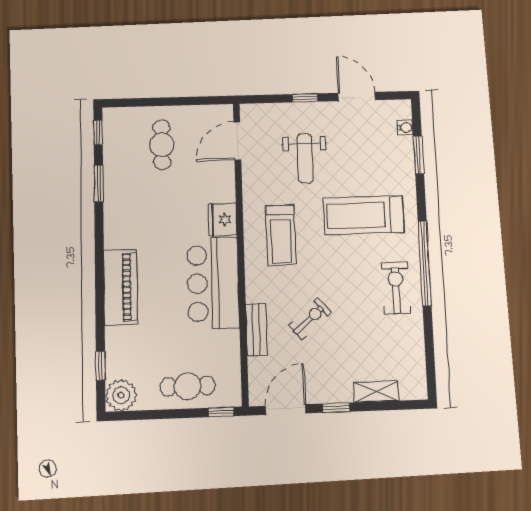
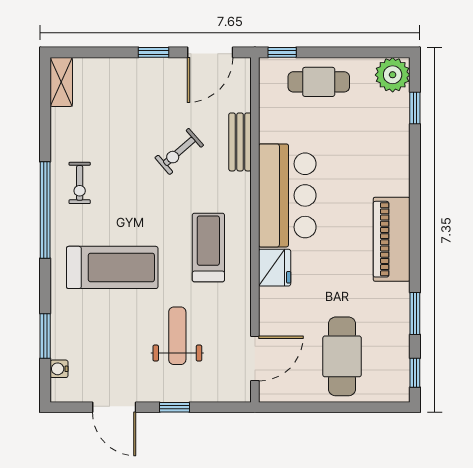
cafe table: (162, 145) -> (342, 356), width x1.37, depth x1.35
piano: (120, 287) -> (392, 239), moved
exercise bike: (396, 288) -> (80, 183), width x0.73, depth x0.72
shelving: (376, 391) -> (61, 82), moved, turned 90

